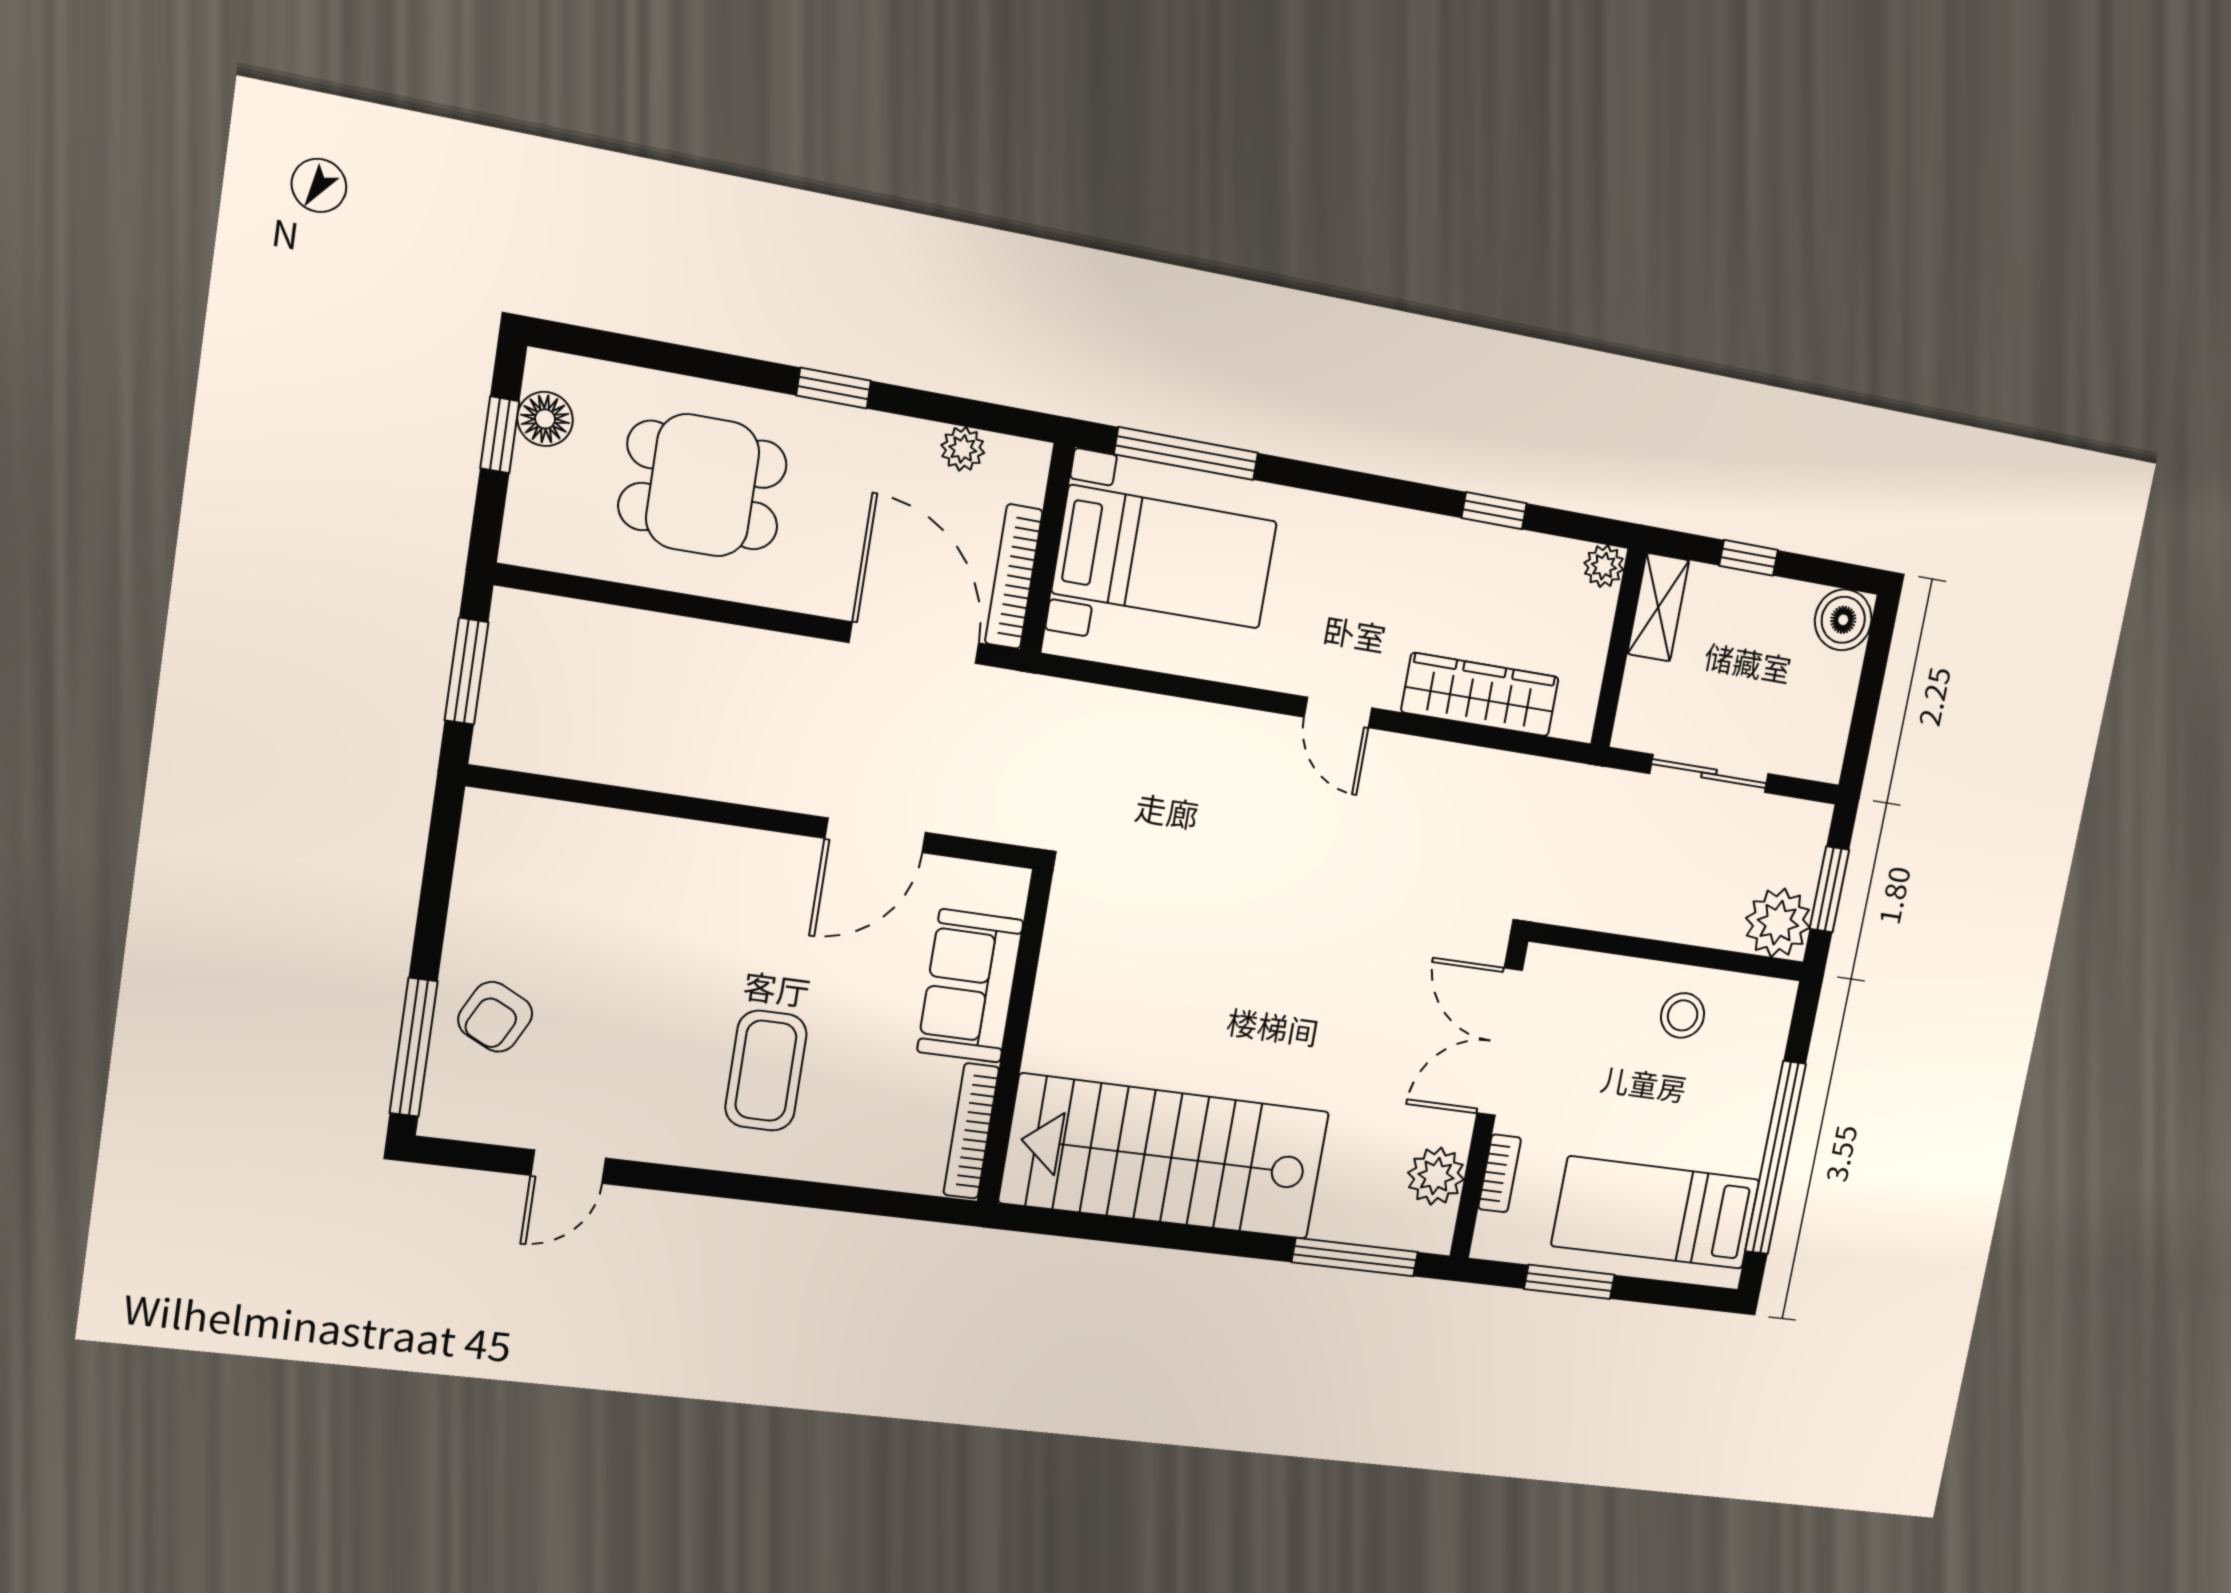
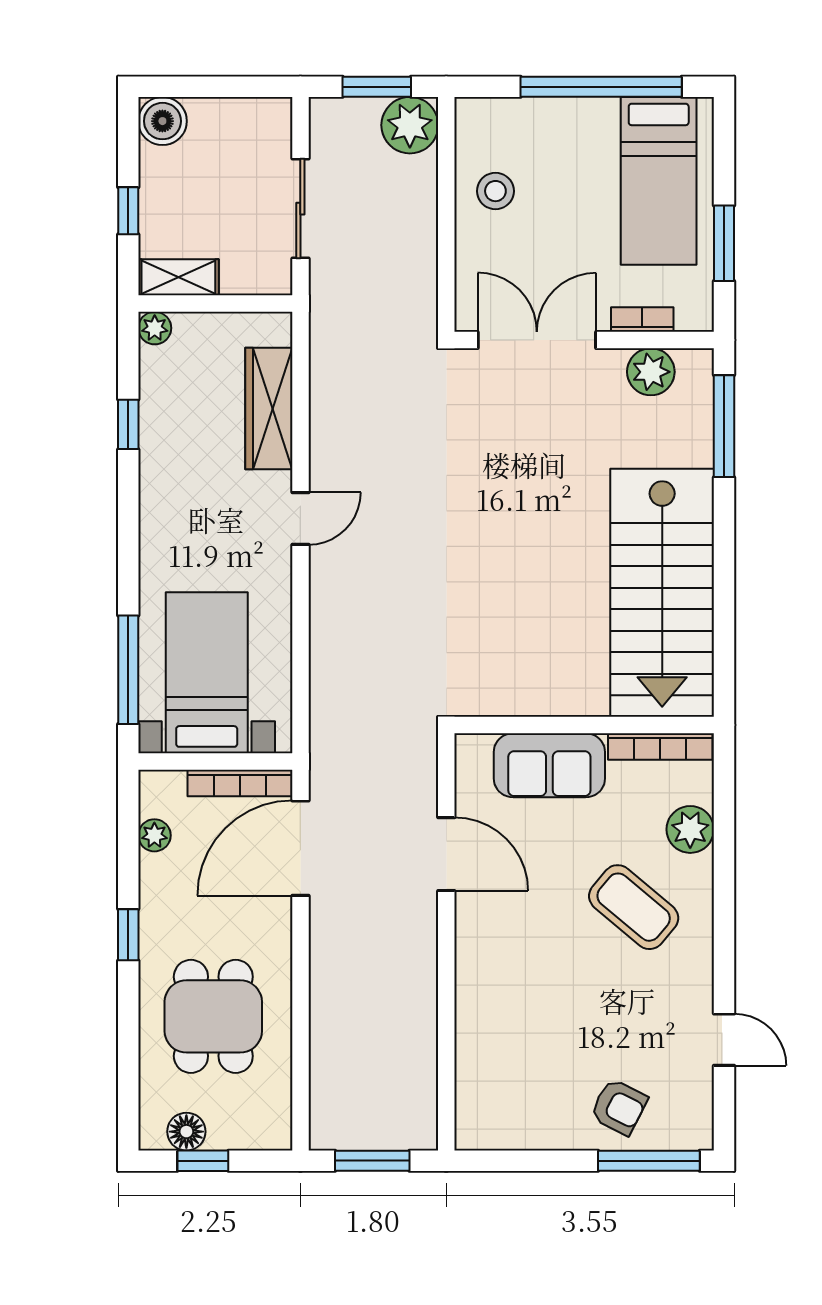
double door: (1500, 1042) -> (537, 340), swing flipped
coffee table: (766, 1071) -> (634, 907), turned 40
plant: (857, 1156) -> (690, 829), added

